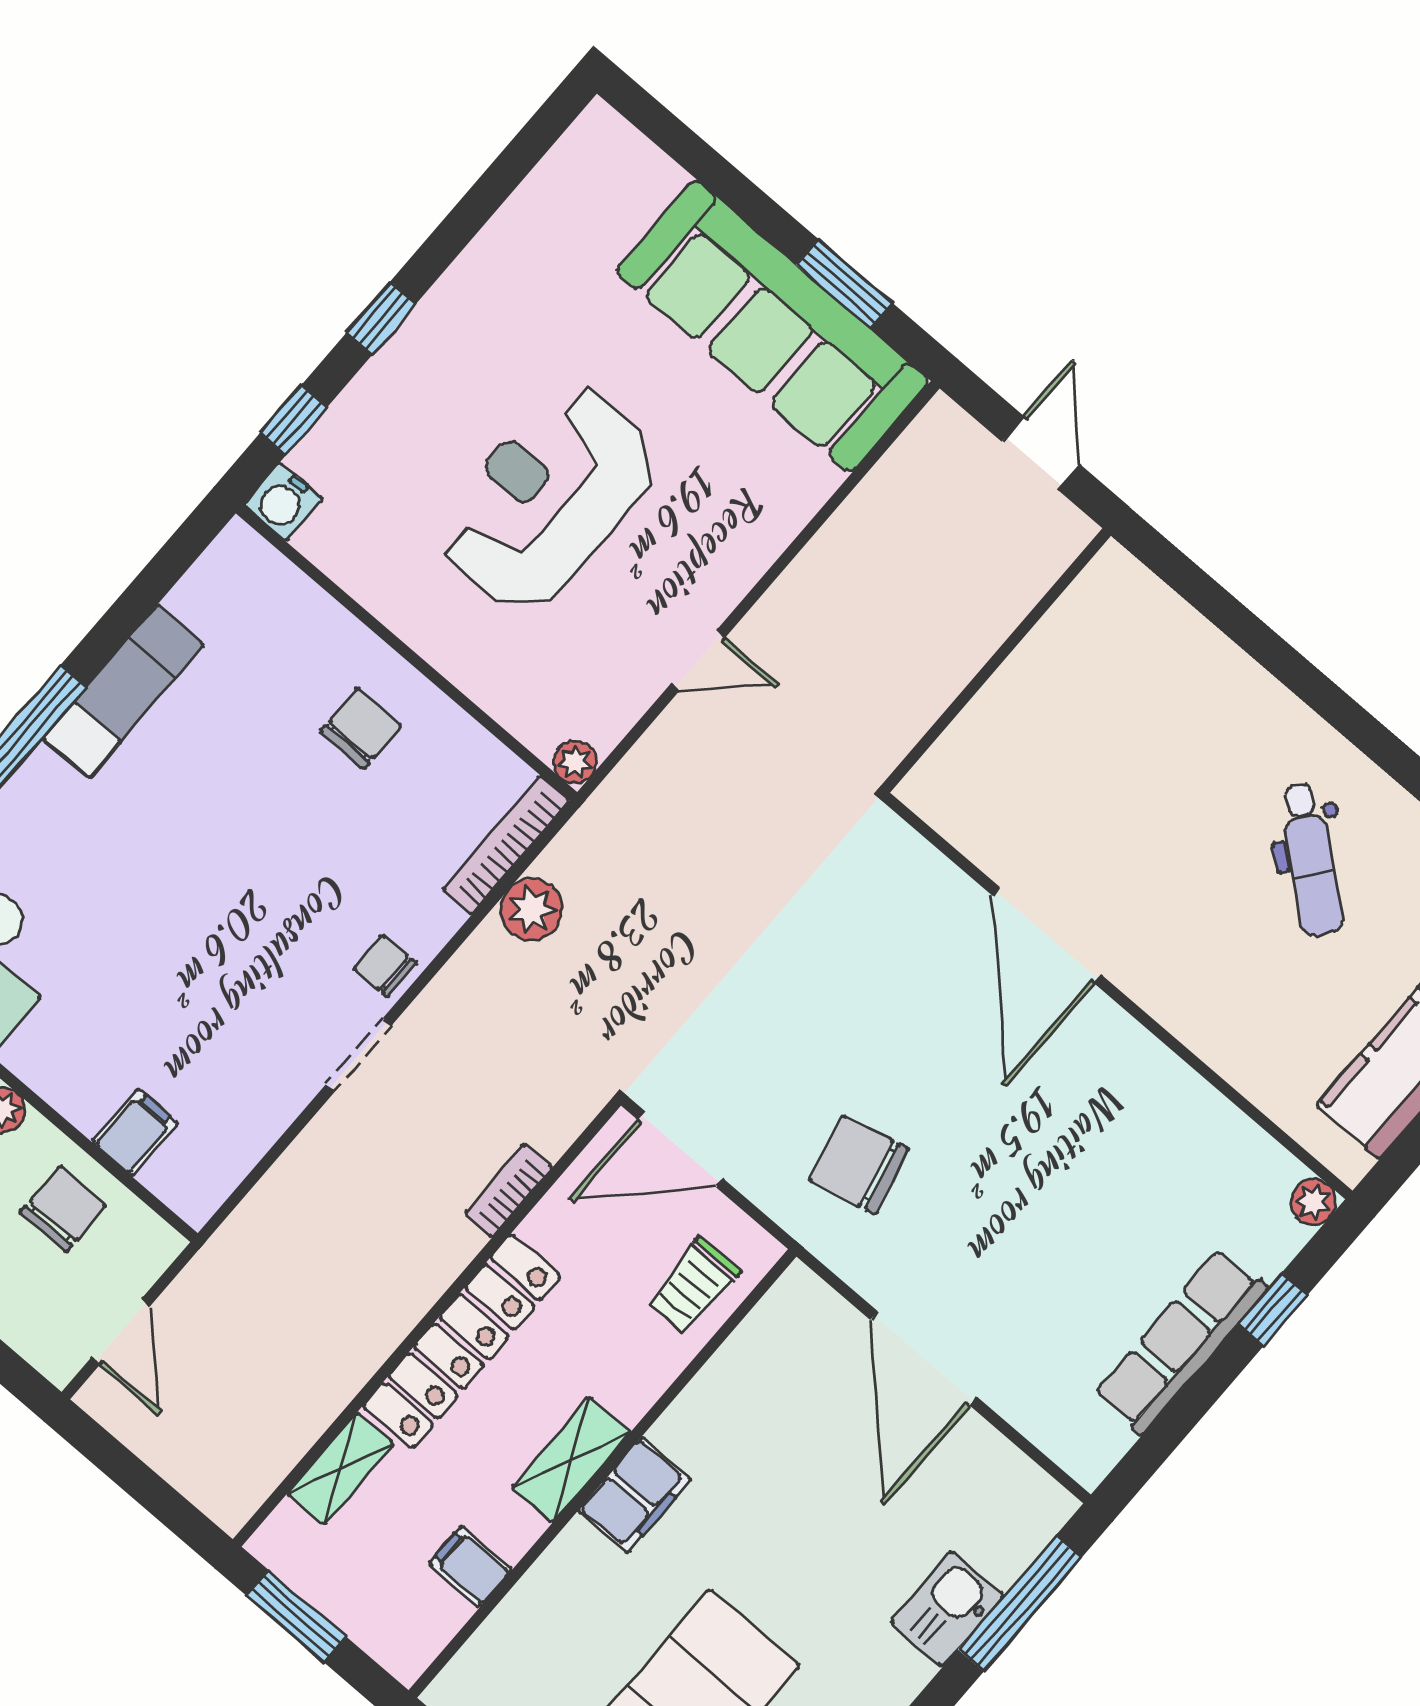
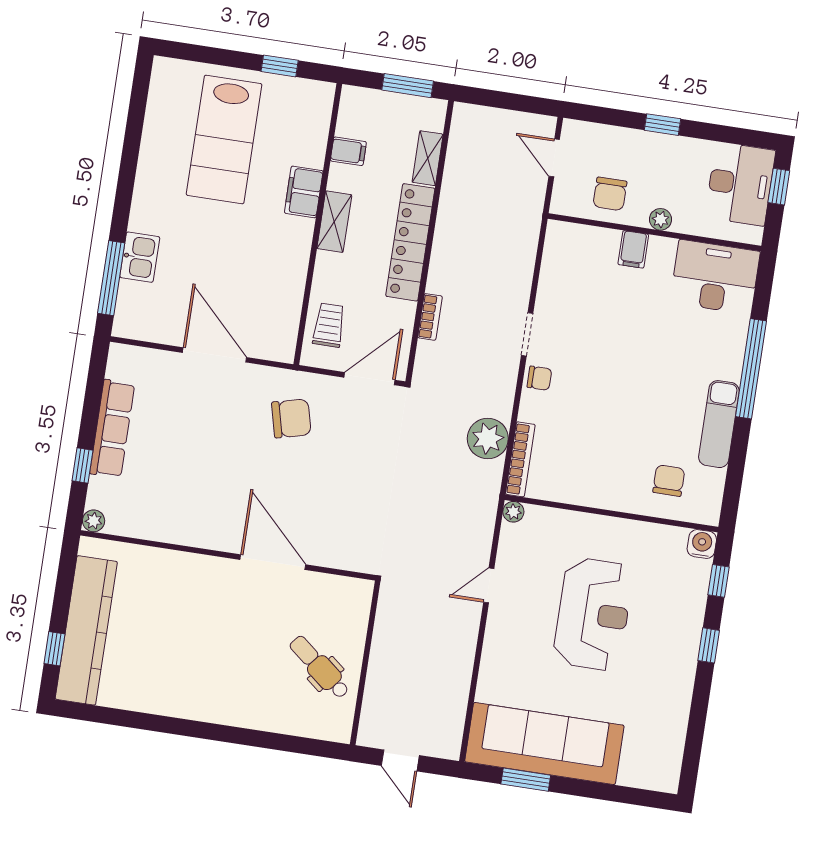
chair: (361, 728) -> (669, 481), moved, turned 180
dental chair: (1311, 860) -> (319, 667), moved
plant: (532, 910) -> (488, 438), width x1.36, depth x1.36
filing cabinet: (135, 1133) -> (633, 249), moved
filing cabinet: (635, 1495) -> (304, 192), moved

